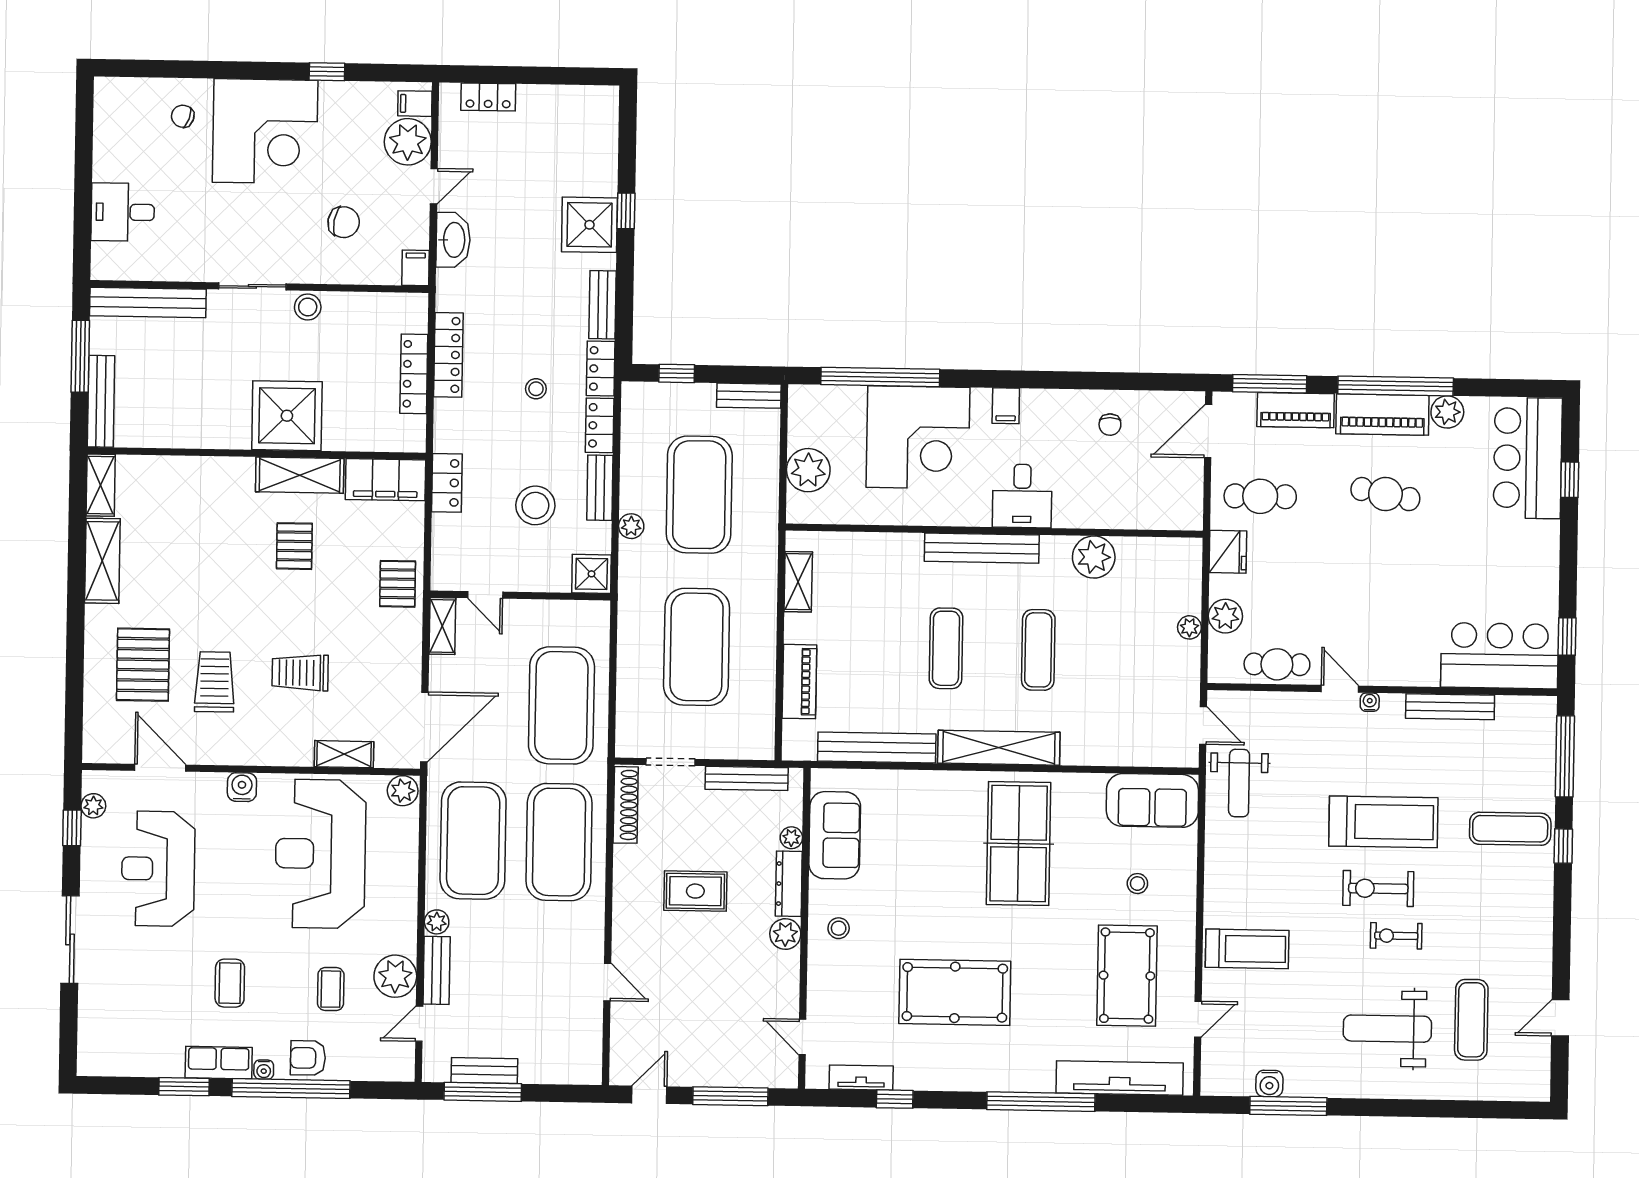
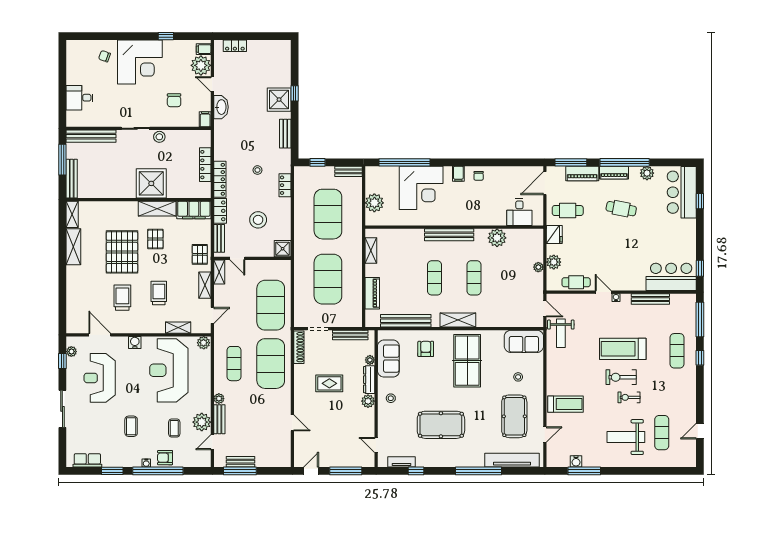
door: (434, 186) -> (212, 84), swing flipped
chair: (344, 222) -> (174, 100), turned 80
locker: (448, 355) -> (220, 179), moved
locker: (601, 369) -> (285, 161), removed
piano: (1382, 415) -> (614, 173), width x0.73, depth x0.75
chair: (1110, 425) -> (479, 176), moved
bench: (600, 488) -> (219, 238), moved
desk: (1022, 496) -> (519, 212), moved
plant: (631, 526) -> (299, 228), removed
shelving: (408, 656) -> (205, 285), added
pallet: (143, 665) -> (122, 252), moved, width x1.37, depth x1.41
trolley: (300, 673) -> (159, 293), turned 90
door: (424, 727) -> (212, 315), width x0.53
shelving: (999, 748) -> (458, 320), width x0.68
armchair: (922, 814) -> (426, 349), added
treadmill: (1383, 822) -> (623, 349), turned 180
exercise mat: (1510, 829) -> (677, 351), turned 90
exercise mat: (473, 841) -> (234, 364), width x0.50, depth x0.69
row of seats: (219, 1063) -> (87, 460), moved

